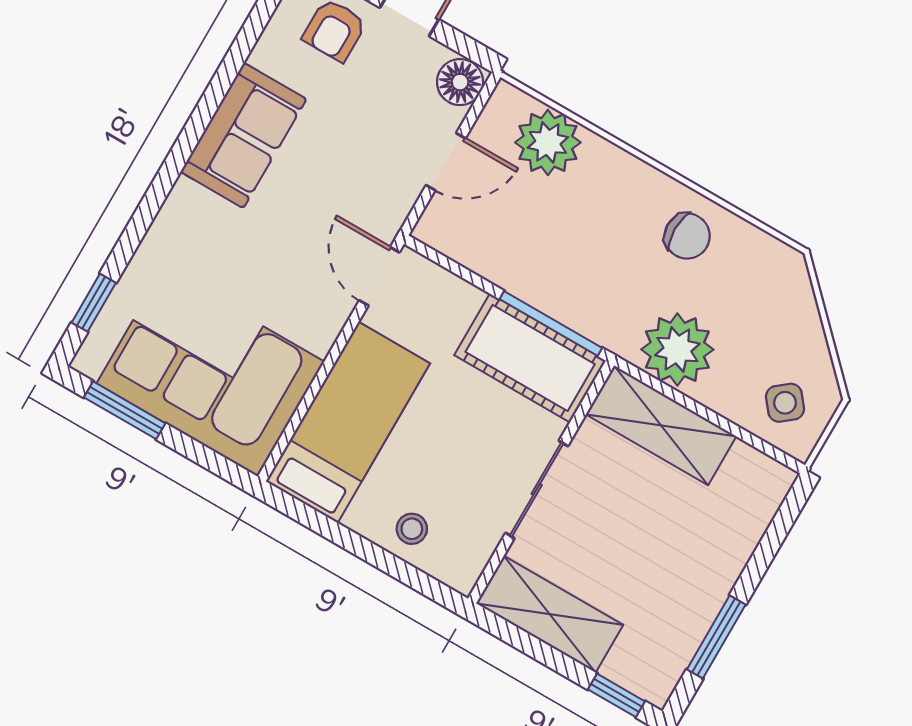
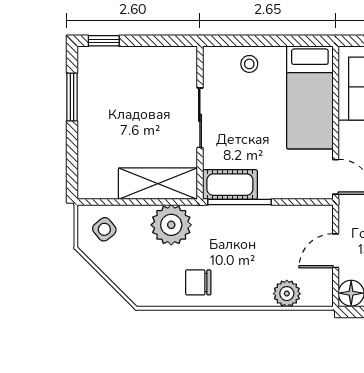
plant: (548, 142) -> (287, 294), width x0.73, depth x0.73
cot: (530, 358) -> (230, 185), width x0.73, depth x0.75
shelving: (550, 614) -> (159, 61), removed

